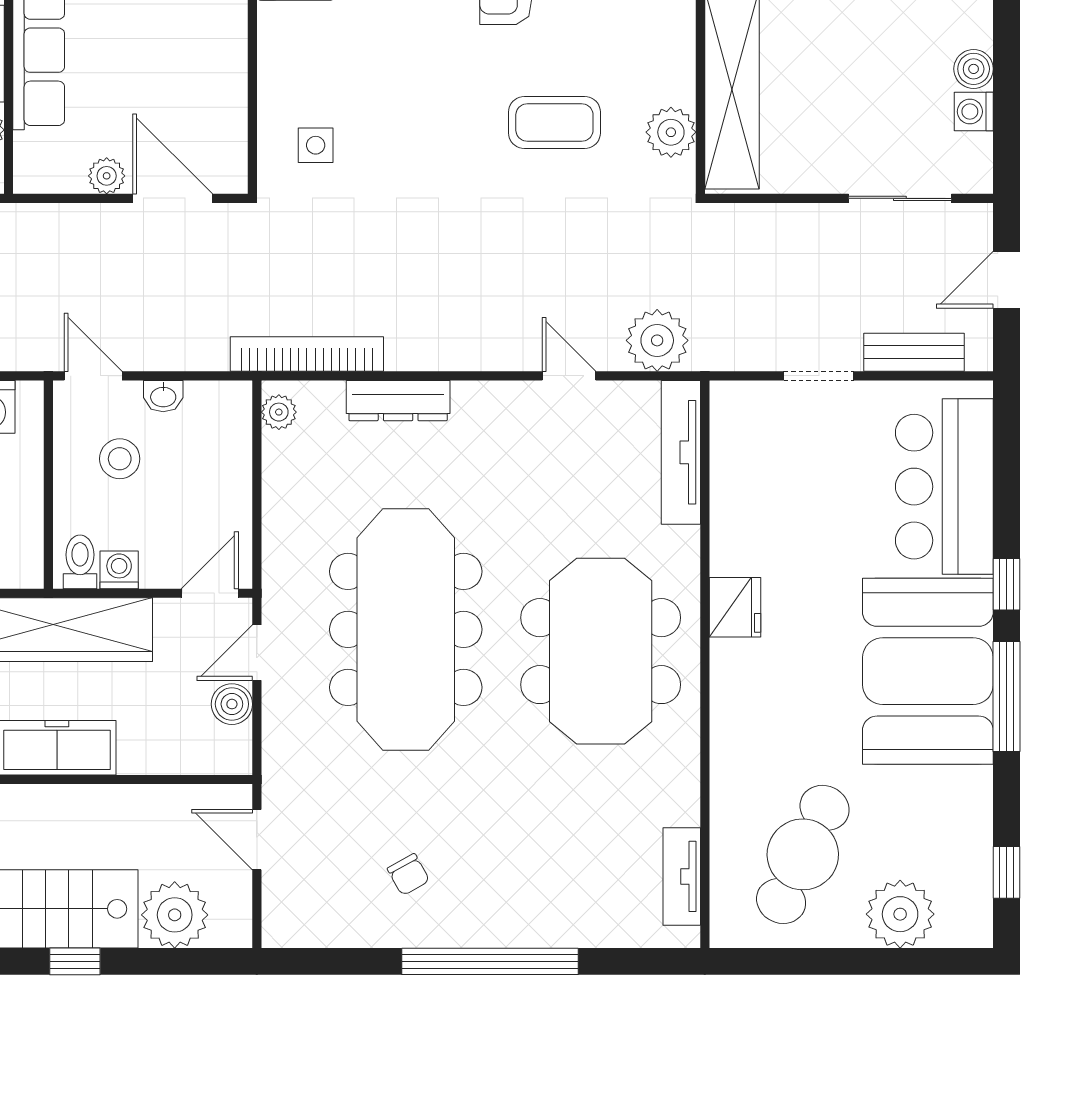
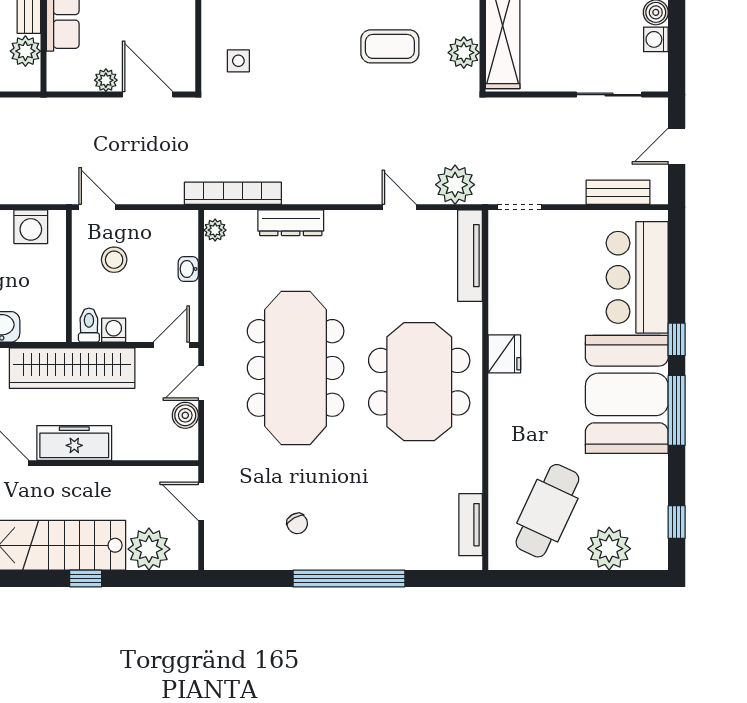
doorway: (819, 376) -> (519, 207), moved
washbasin: (163, 396) -> (188, 269), moved, turned 90

